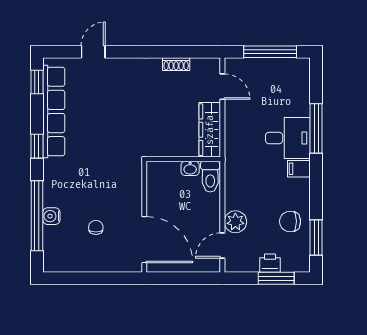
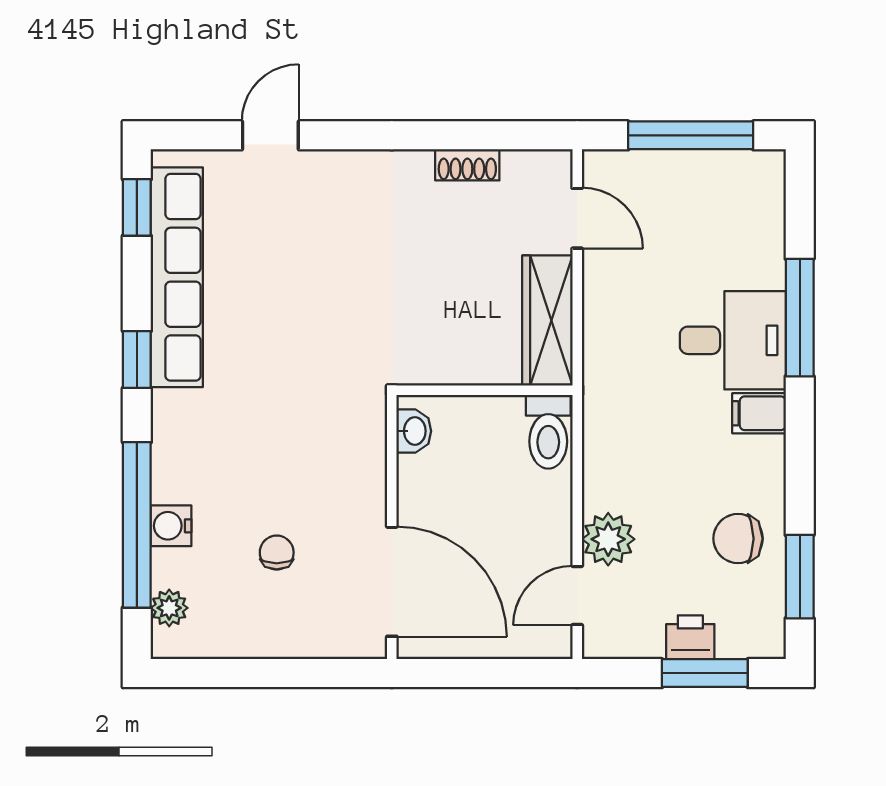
washbasin: (190, 168) -> (414, 431), moved, turned -90
plant: (51, 251) -> (169, 608), added

